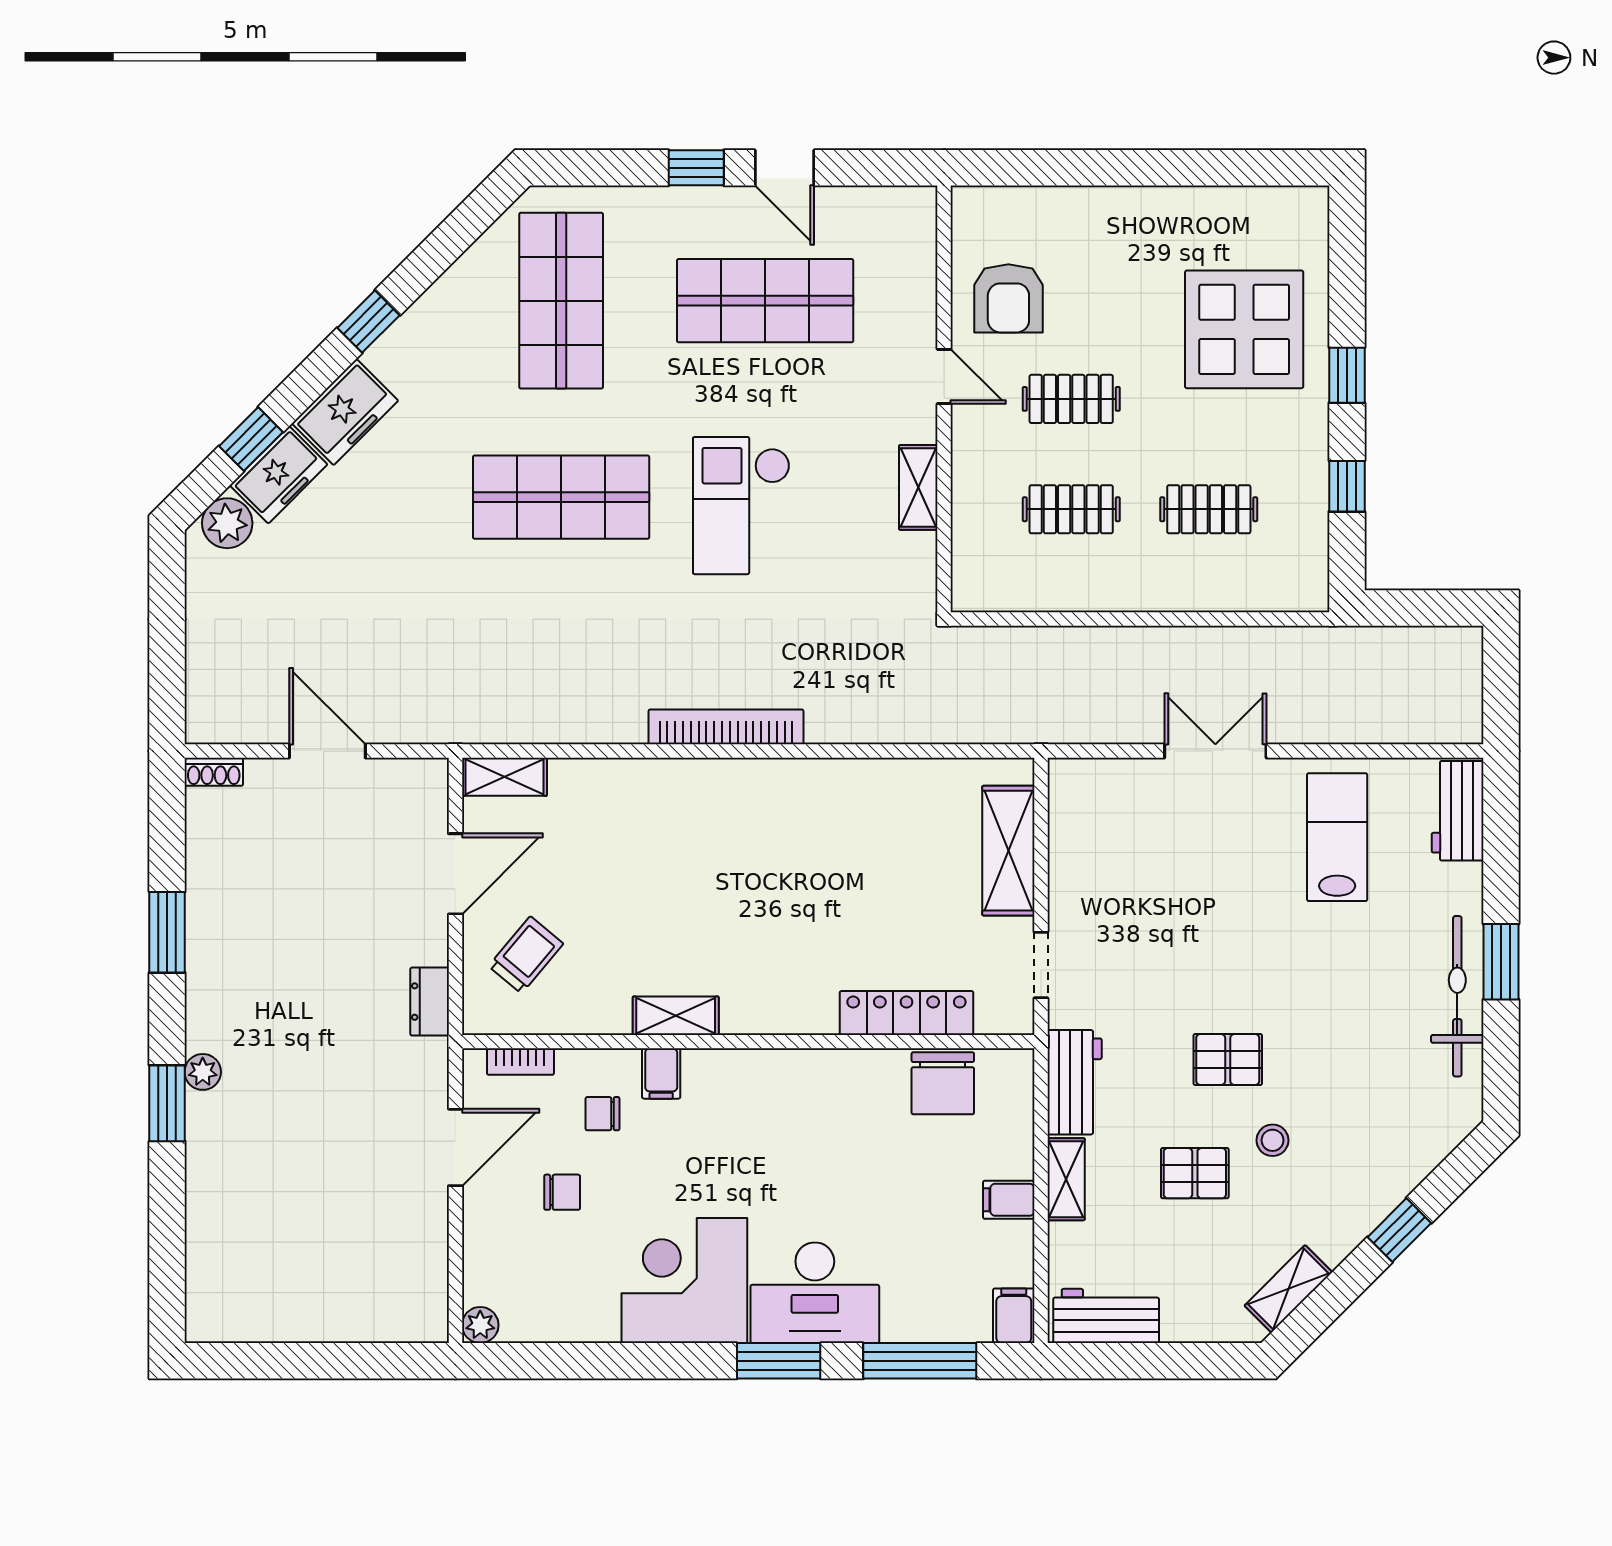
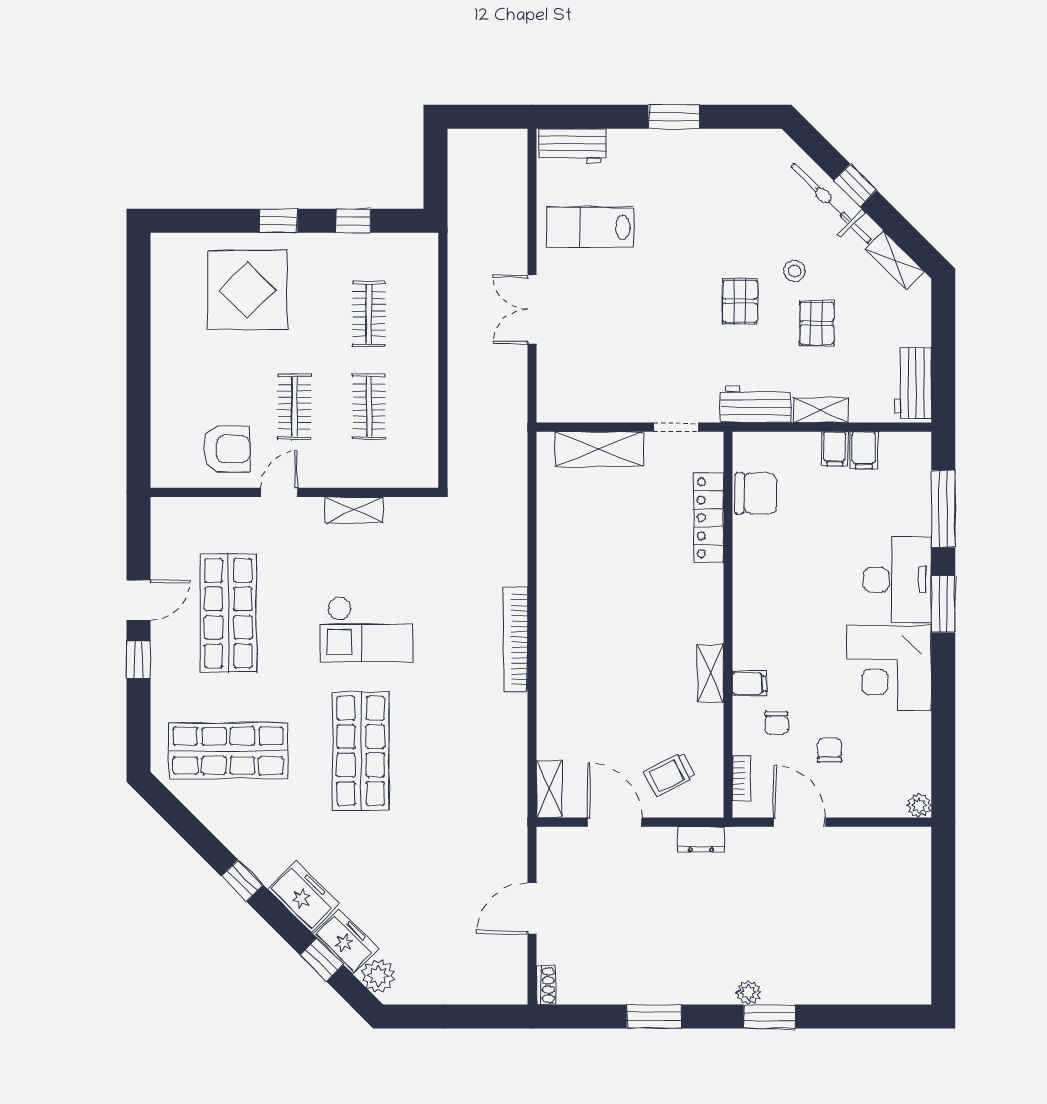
trolley: (526, 955) -> (669, 775), turned -67
bicycle: (1457, 996) -> (831, 203), moved, turned 45
filing cabinet: (1014, 1316) -> (864, 450), moved, turned -90

